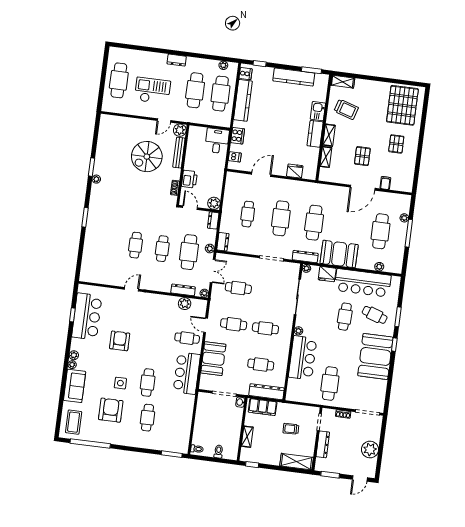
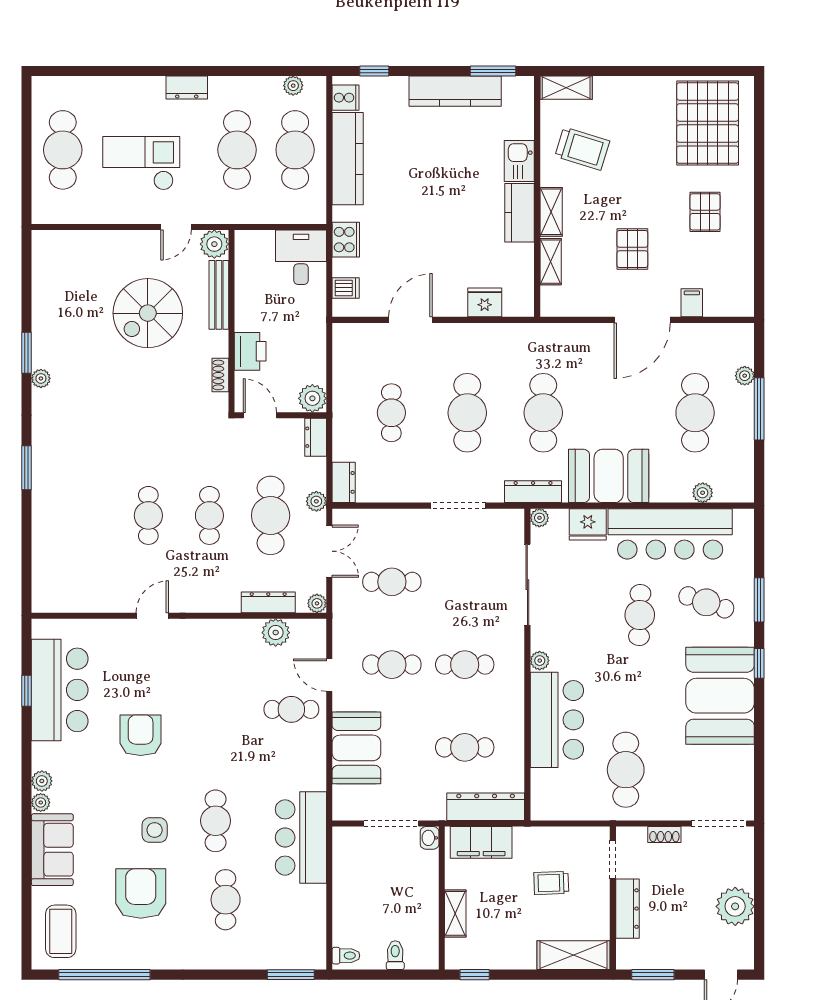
bar counter: (187, 373) -> (301, 837), moved

